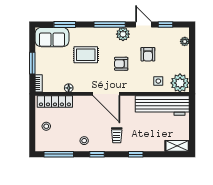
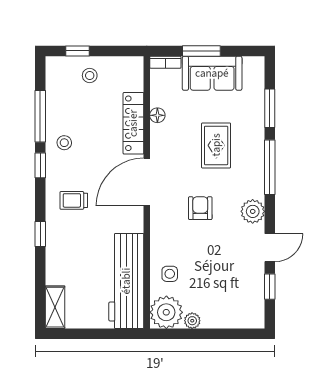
window: (110, 25) -> (270, 167), moved
sofa: (52, 37) -> (212, 73), moved, turned -90
plant: (185, 41) -> (192, 321), moved
armchair: (148, 54) -> (217, 255), removed
locker: (55, 102) -> (133, 123), moved
window: (32, 133) -> (77, 51), added
window: (59, 154) -> (40, 116), moved

